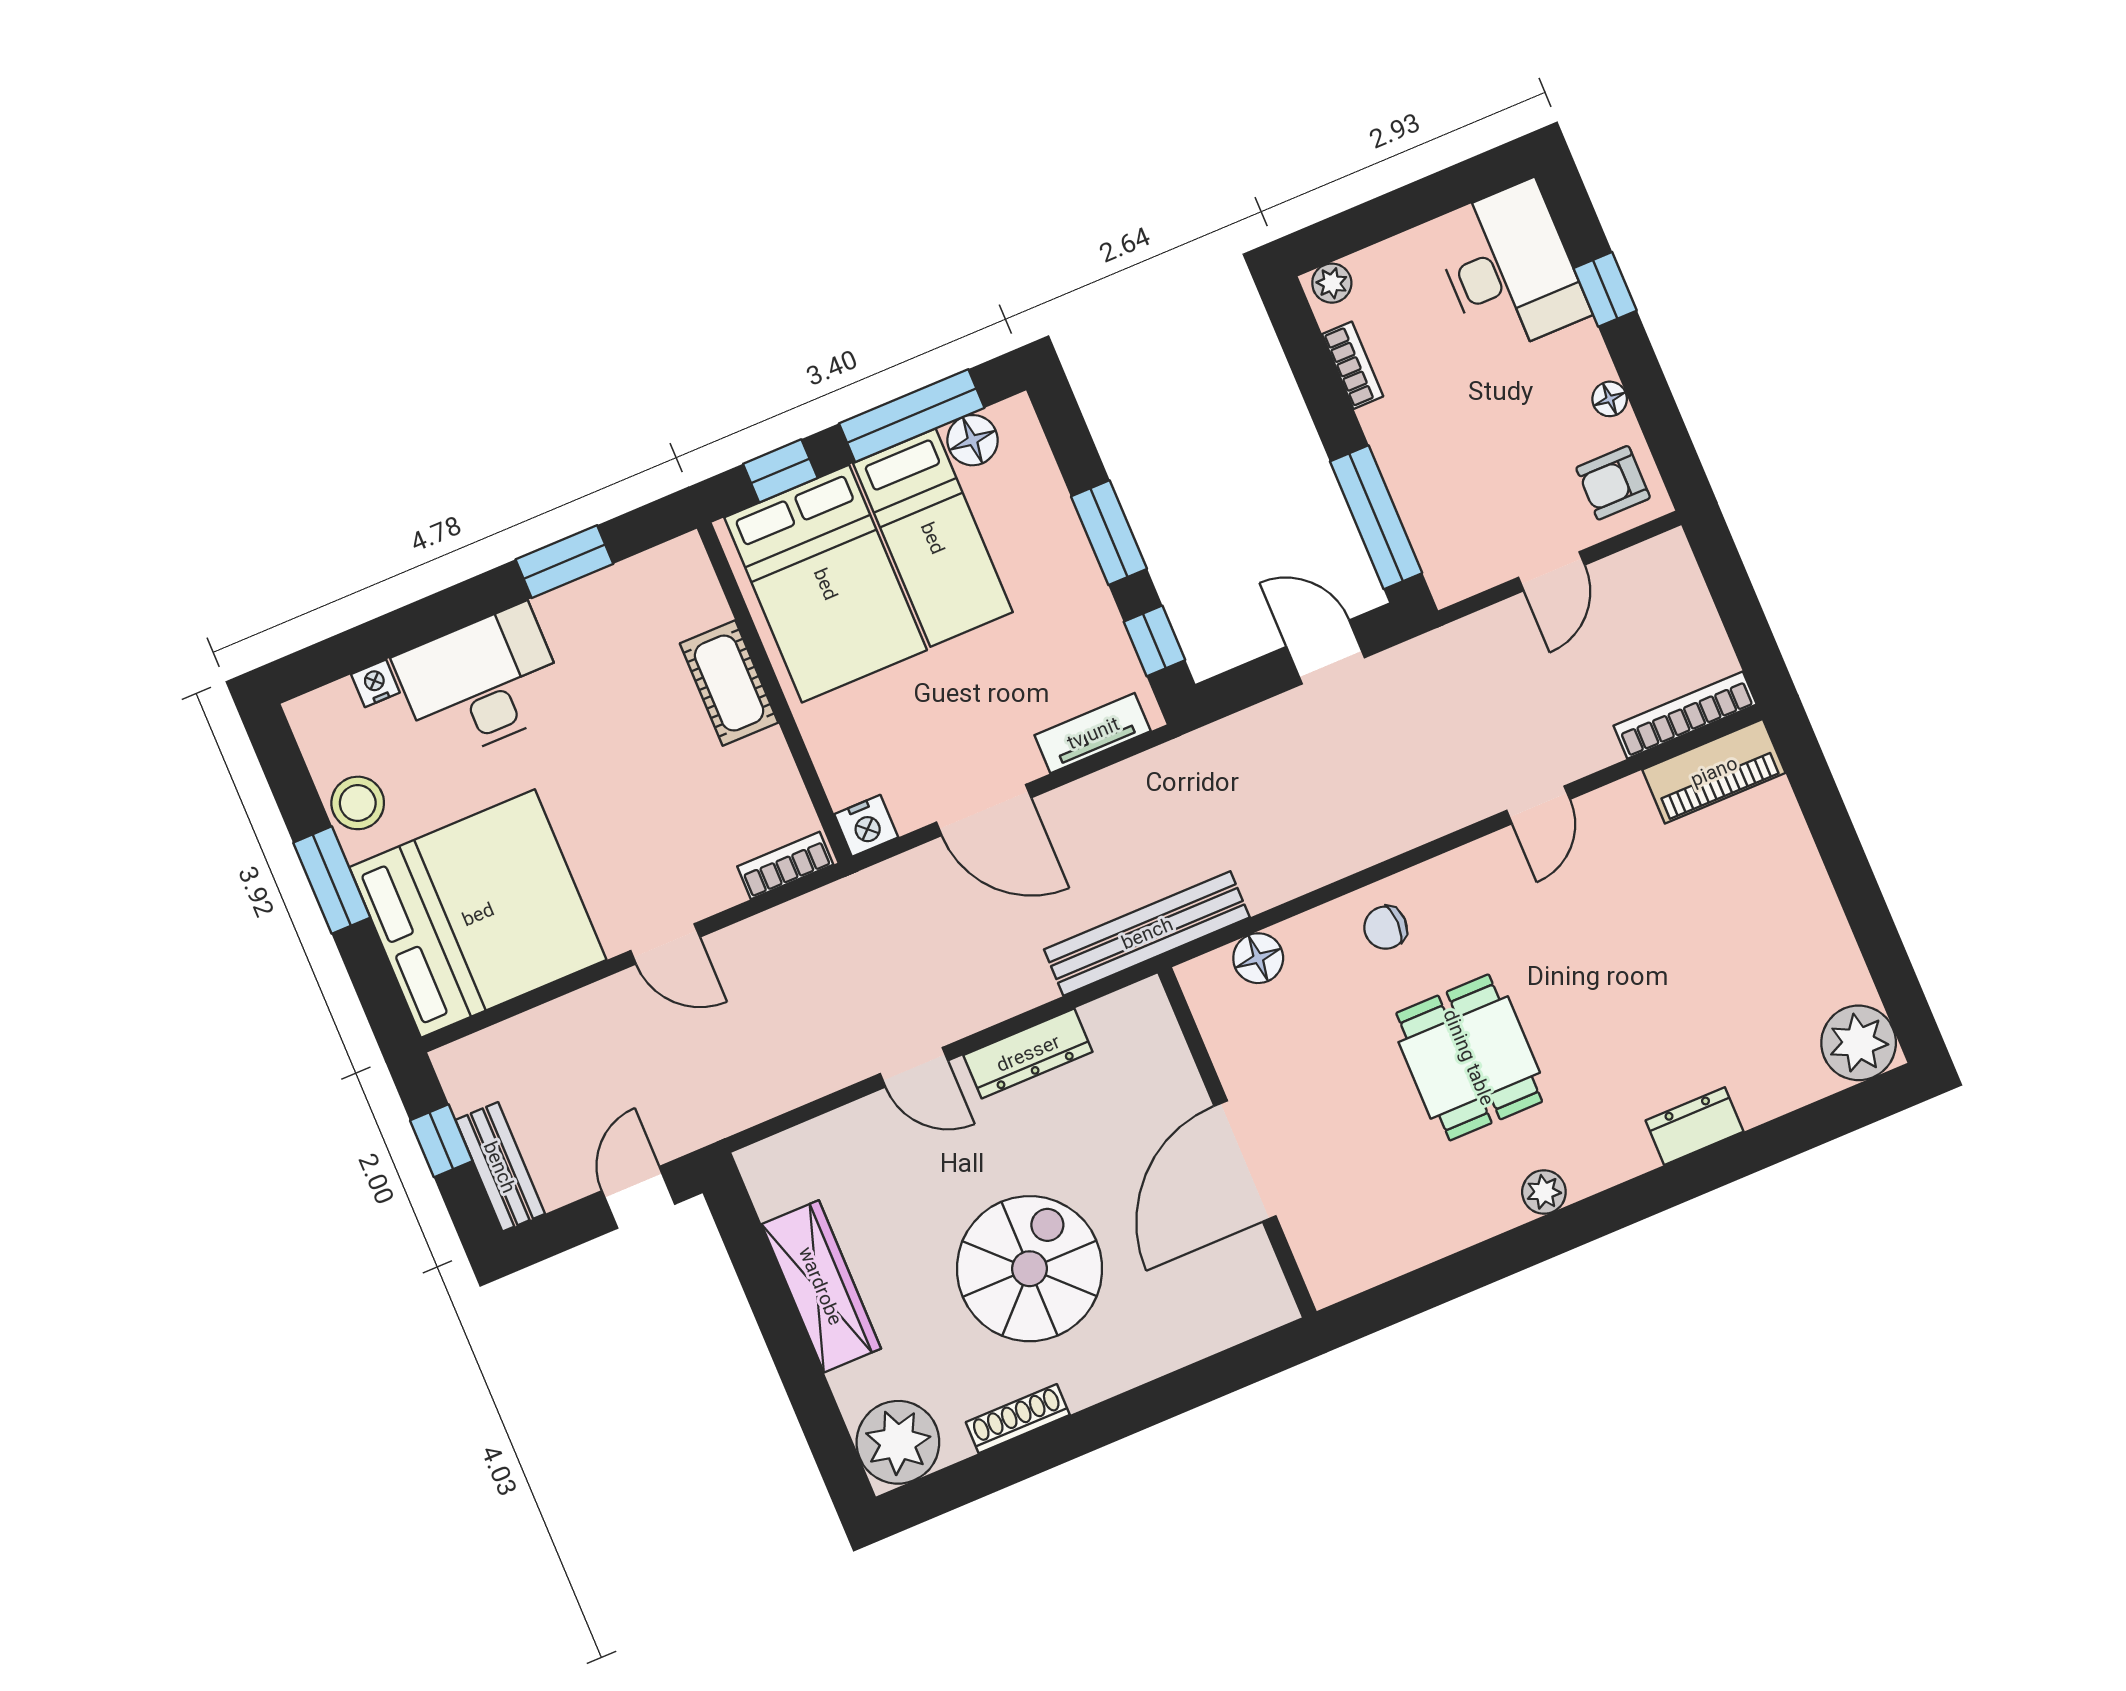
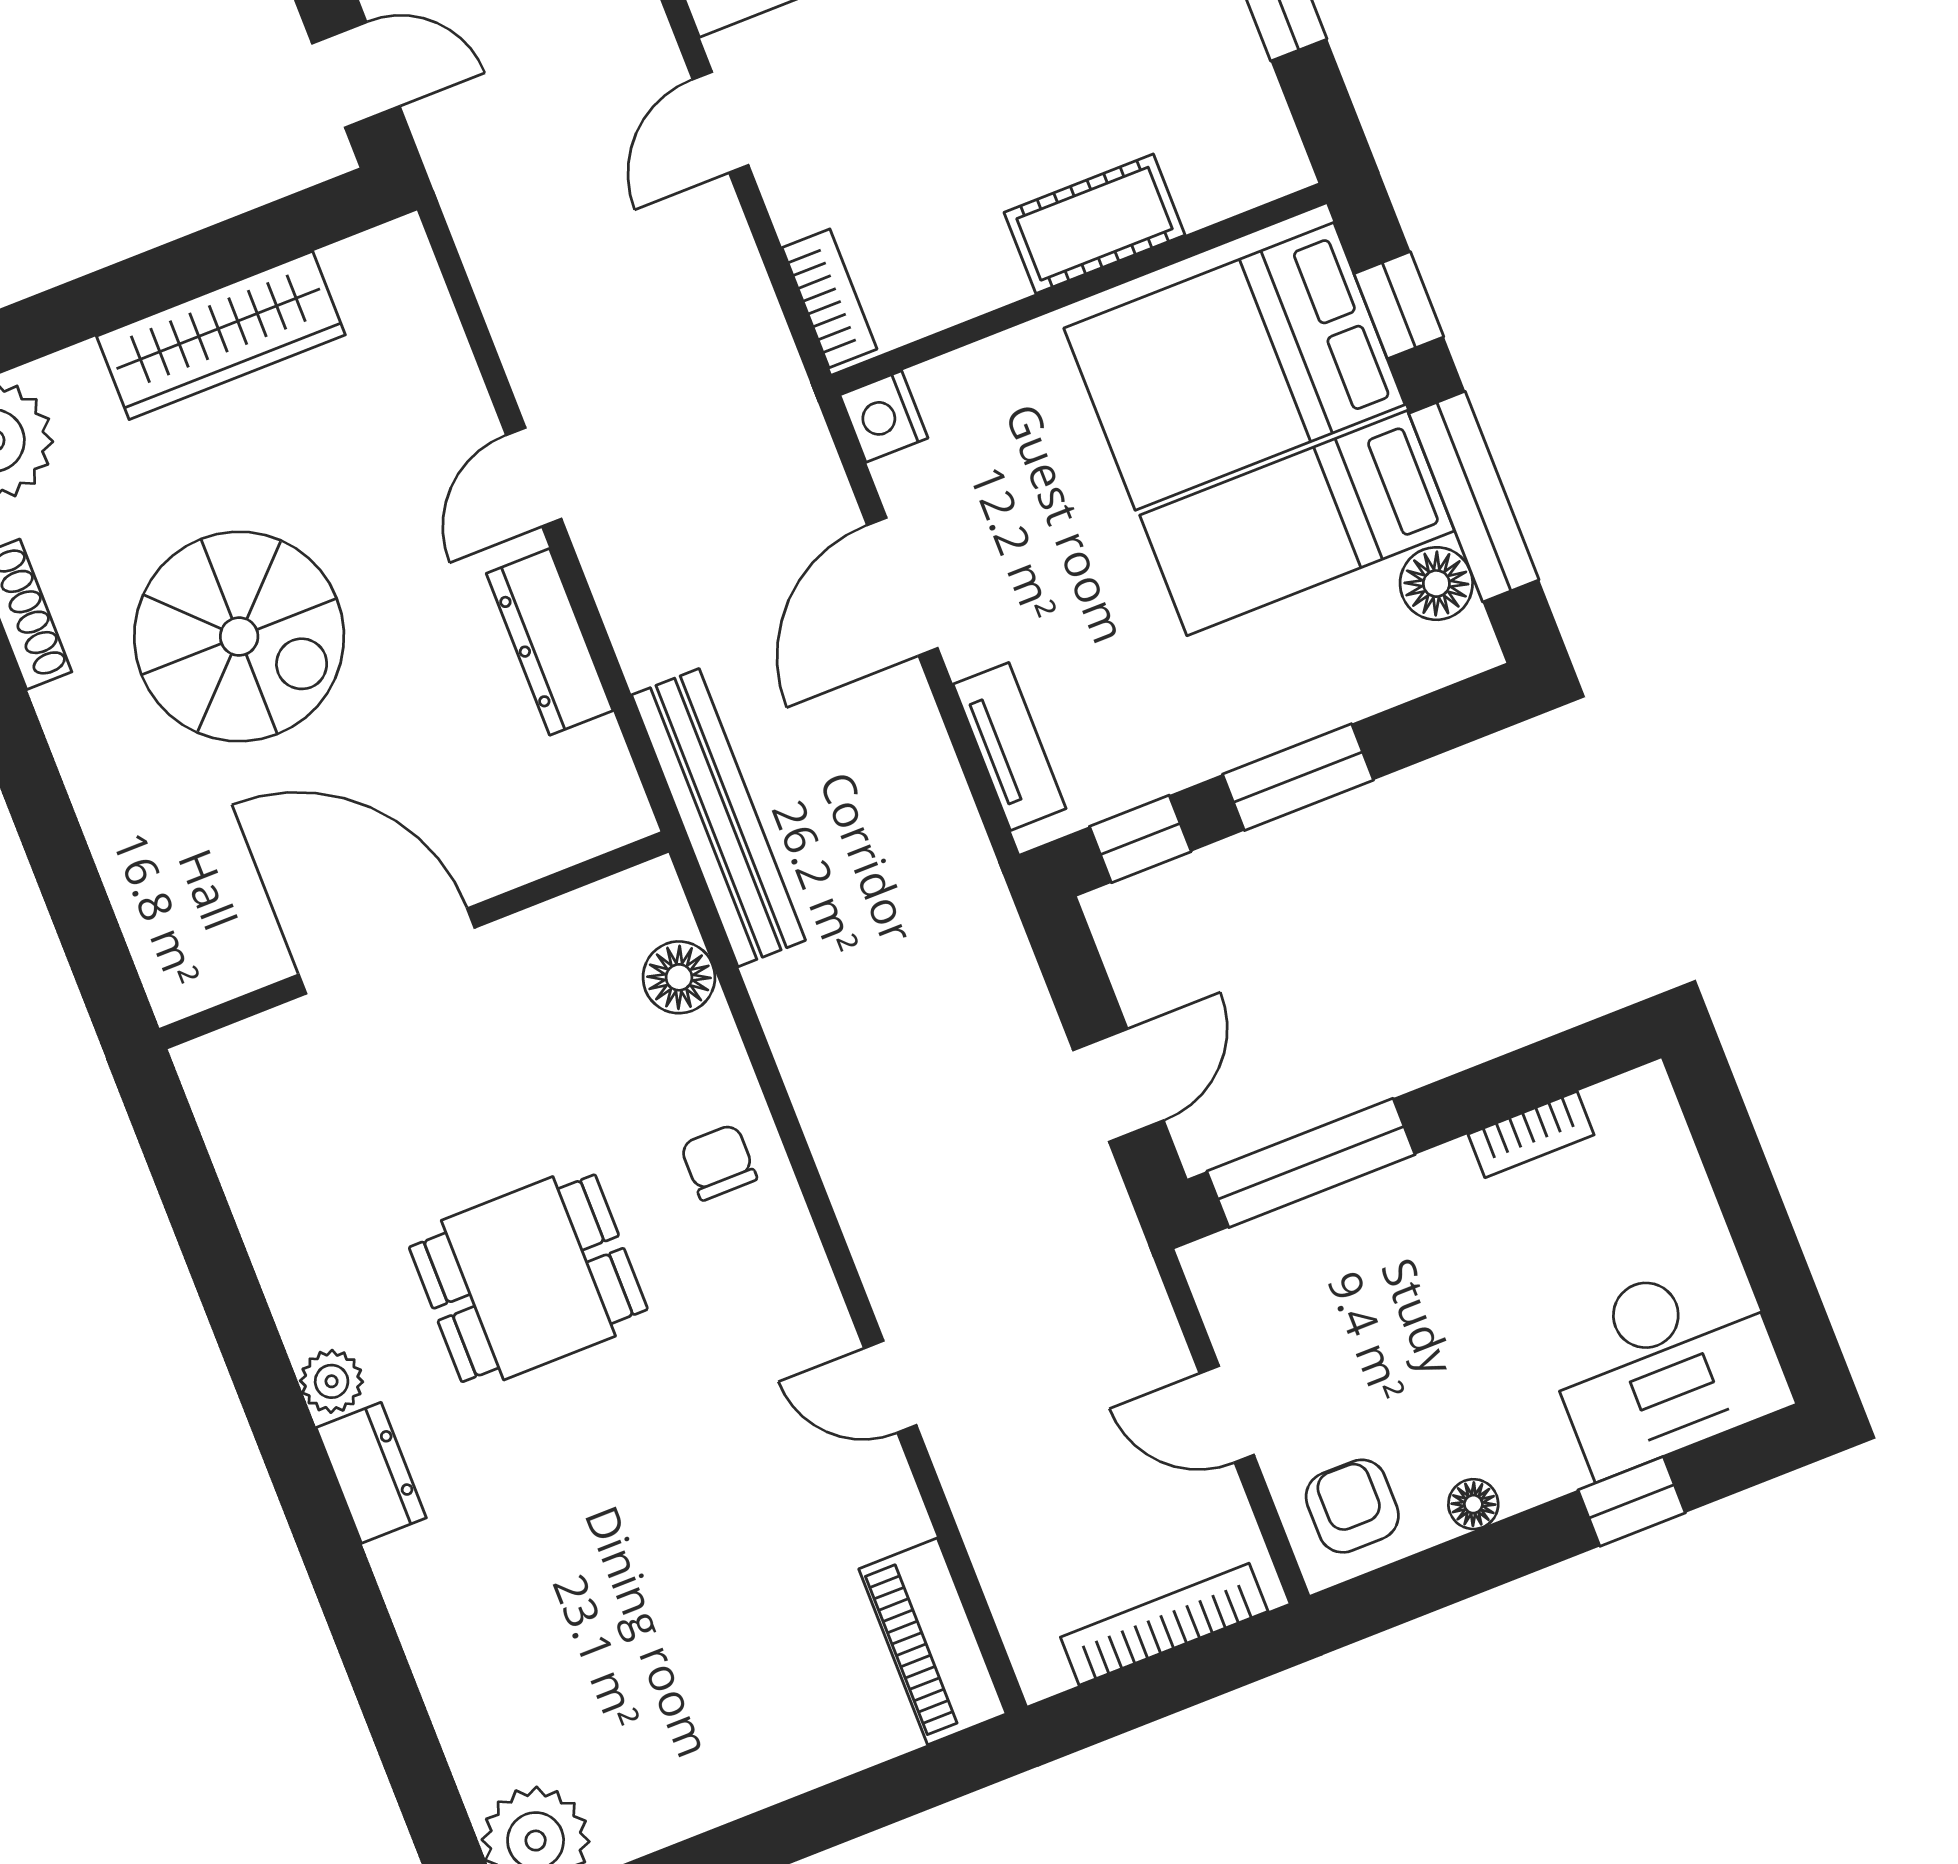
plant: (1332, 283) -> (1650, 1107), removed
bookcase: (1685, 715) -> (1164, 1624), moved, turned -90
dresser: (1695, 1126) -> (371, 1473), moved

